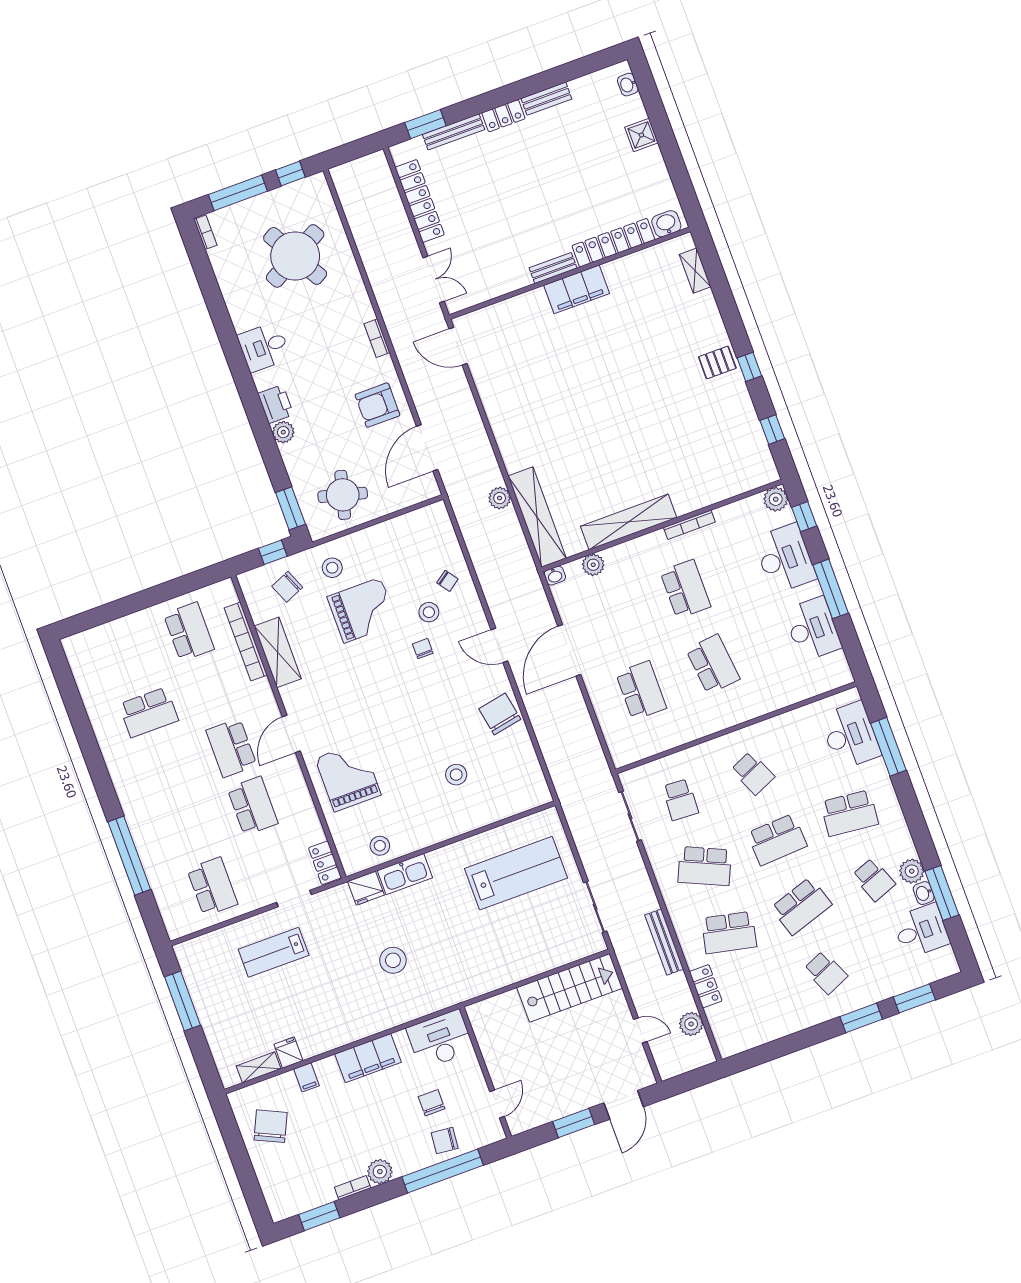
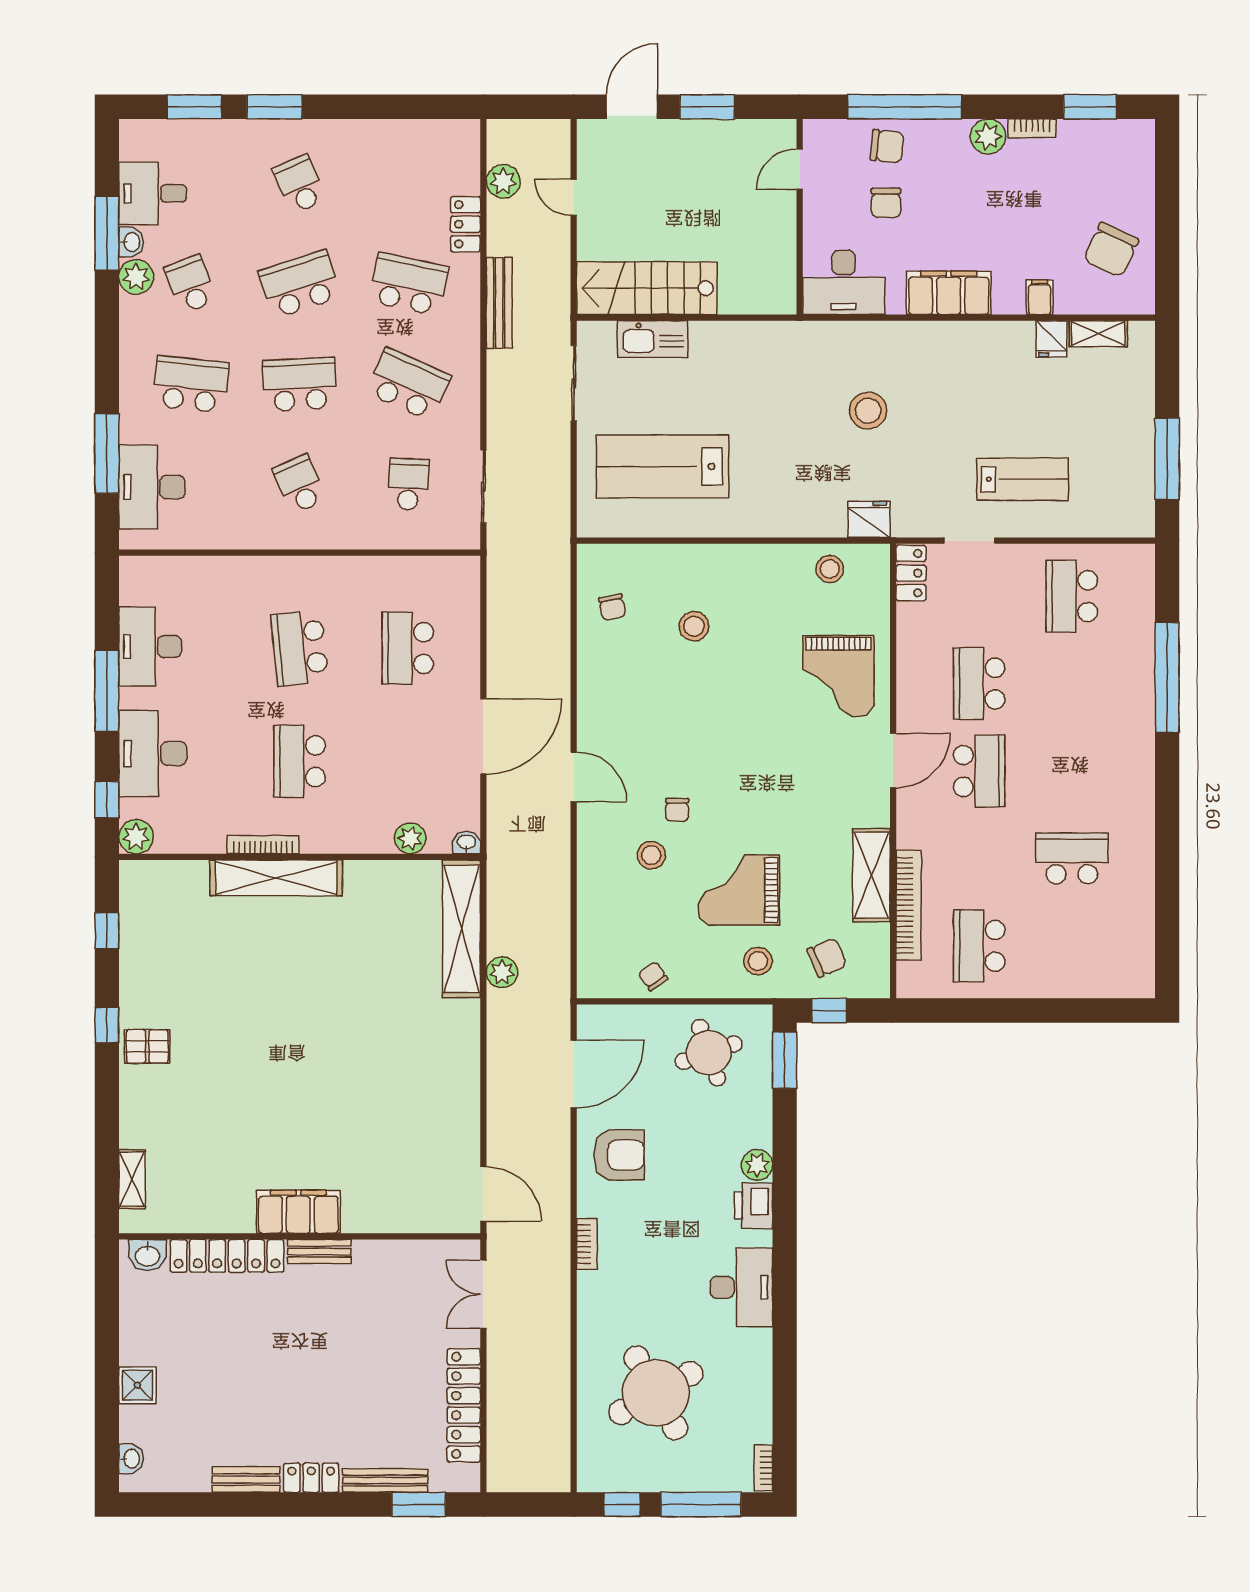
desk: (264, 347) -> (741, 1287), width x1.37
round table: (343, 495) -> (709, 1053), turned -34
shelving: (629, 522) -> (276, 878), moved
chair: (447, 581) -> (653, 976), moved
chair: (500, 714) -> (612, 607), moved, width x0.54, depth x0.54
kitchen sink: (405, 874) -> (653, 339), moved, turned 180

